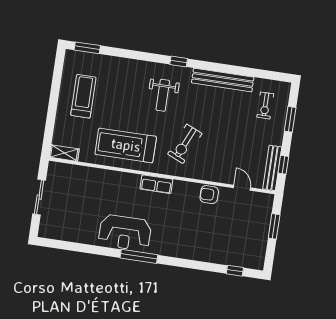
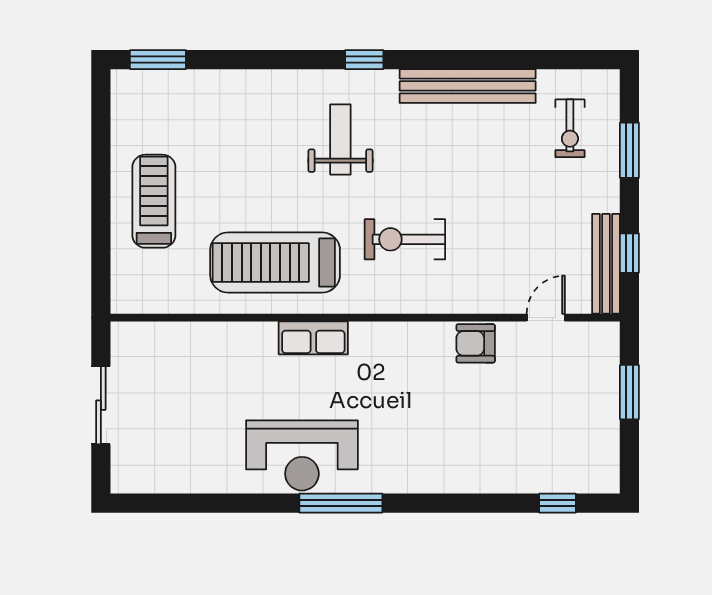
weight bench: (163, 95) -> (340, 140), turned 180
treadmill: (83, 96) -> (154, 201), moved
exercise bike: (185, 144) -> (405, 239), turned 66
shelving: (64, 153) -> (142, 300), removed
row of seats: (156, 184) -> (313, 338), moved
door: (242, 188) -> (546, 318), hinge flipped

